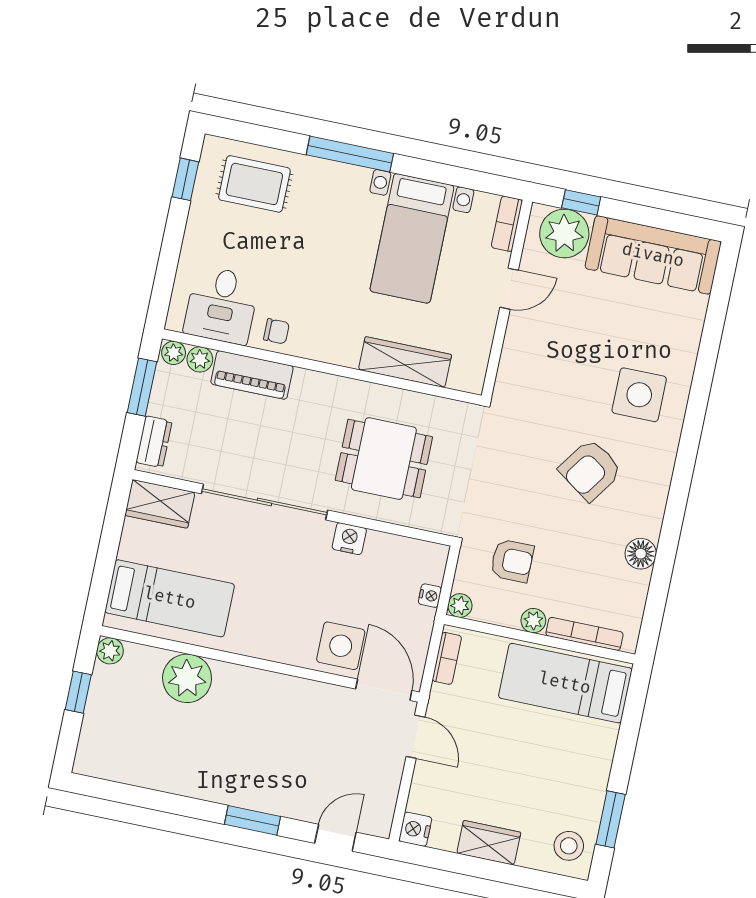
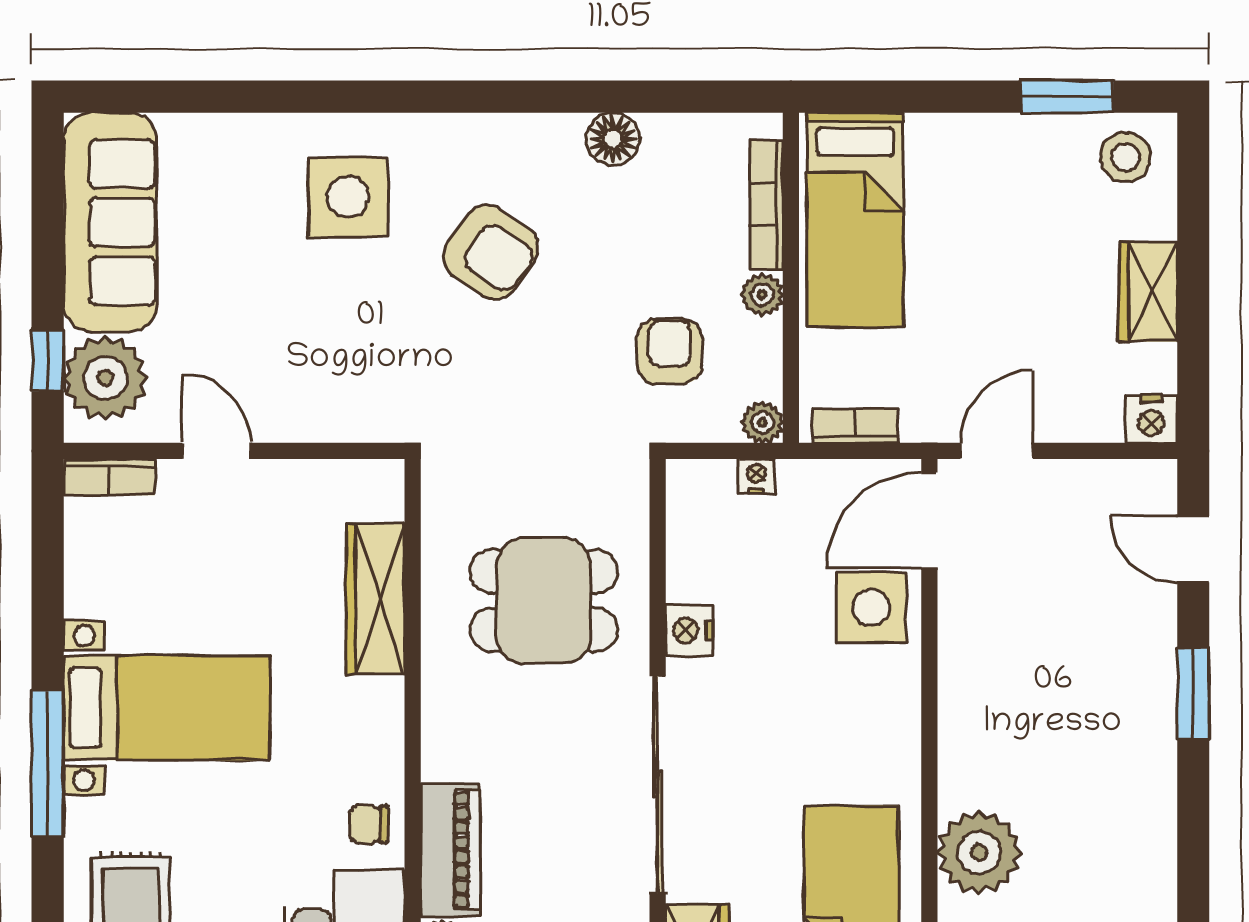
bed with nightstands: (412, 238) -> (167, 708), moved
chair: (276, 331) -> (369, 824), turned -90
dining table: (384, 459) -> (544, 601), turned 90

